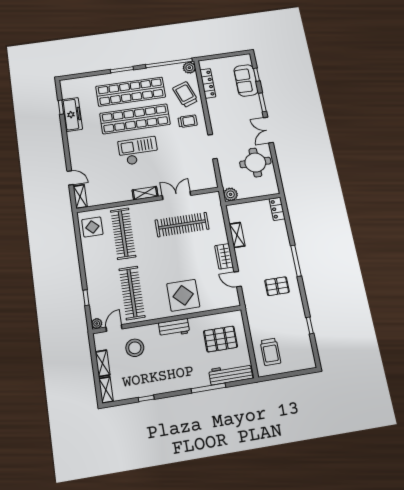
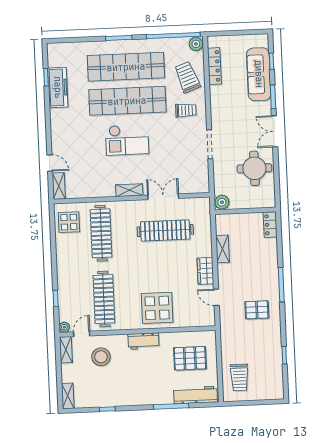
sofa: (246, 80) -> (259, 74), width x1.36
checkout: (138, 151) -> (127, 140), turned 180
shelving: (103, 363) -> (66, 350), moved

